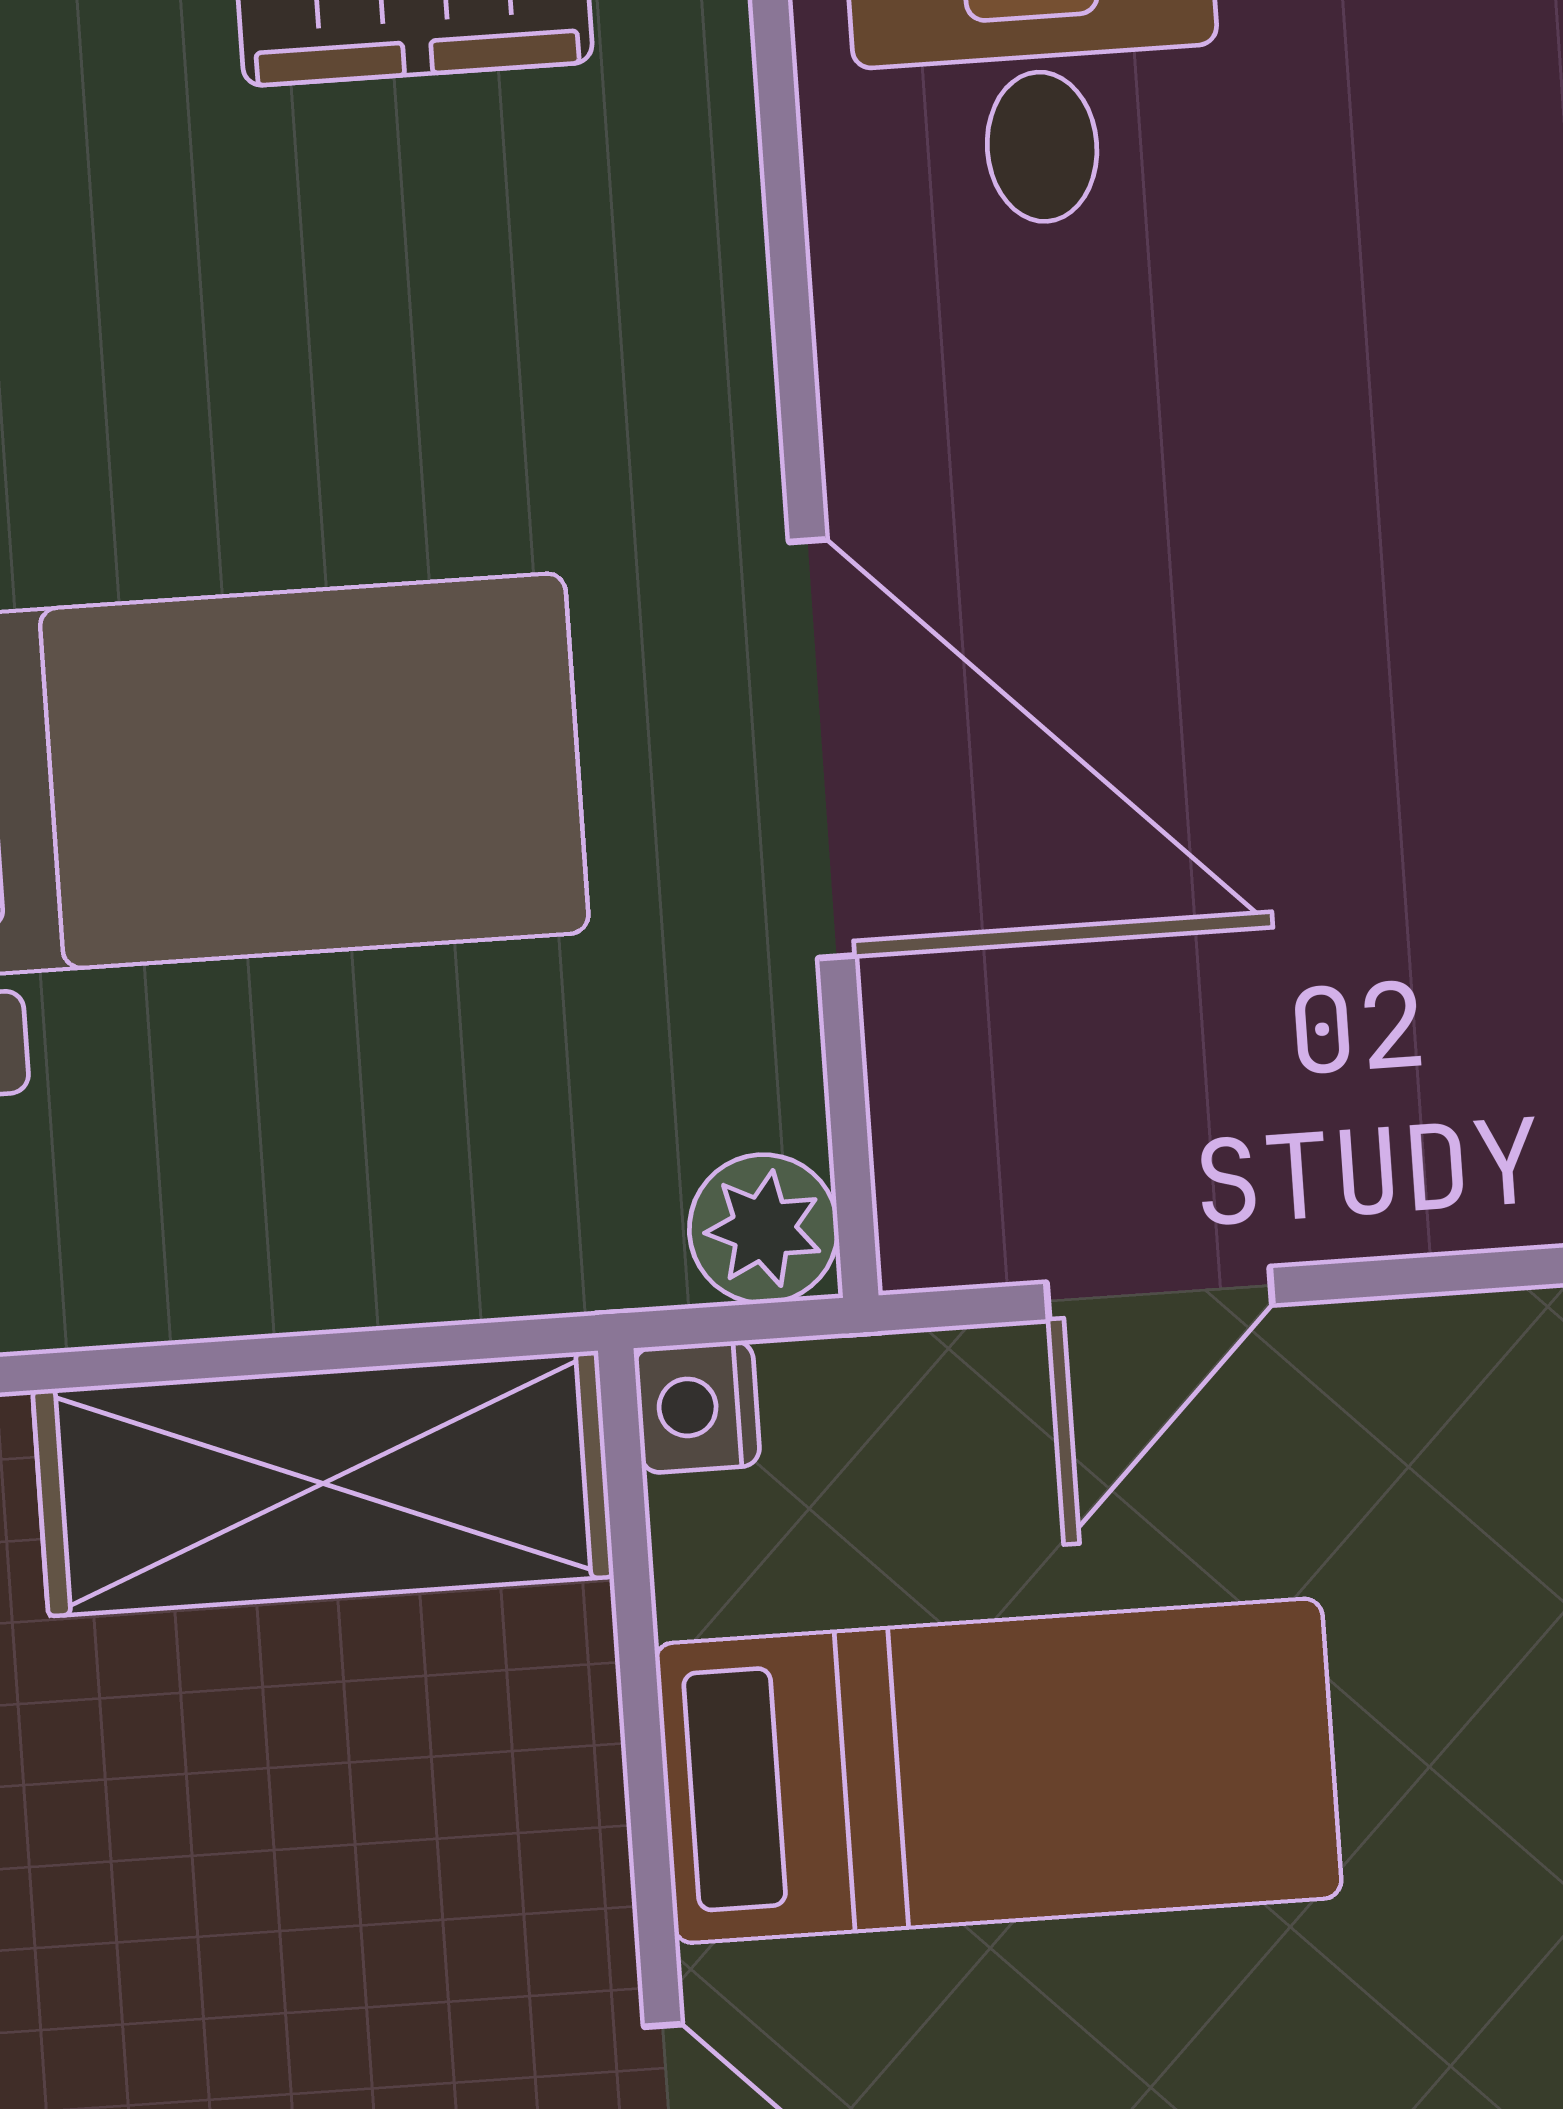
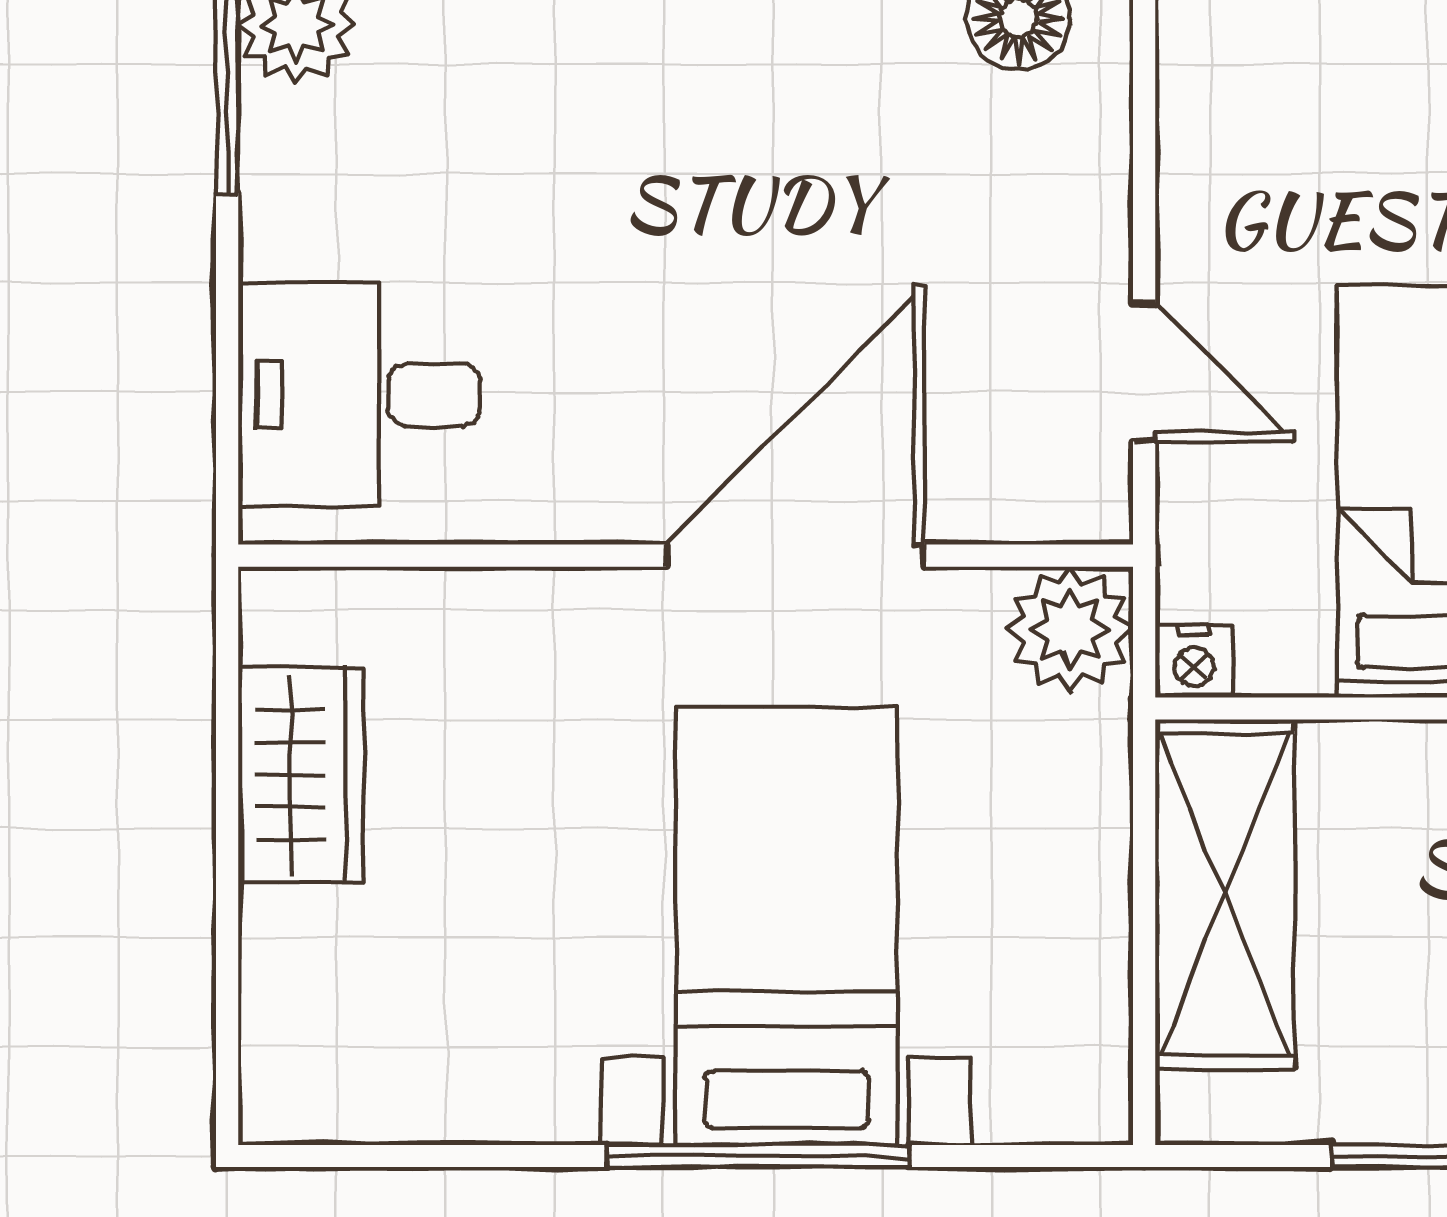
plant: (764, 1229) -> (1070, 630), width x1.38, depth x1.38

